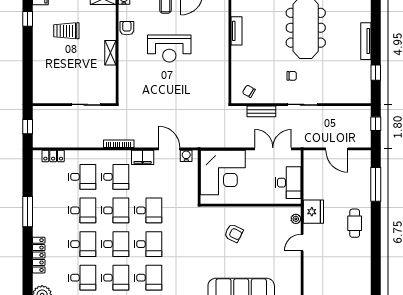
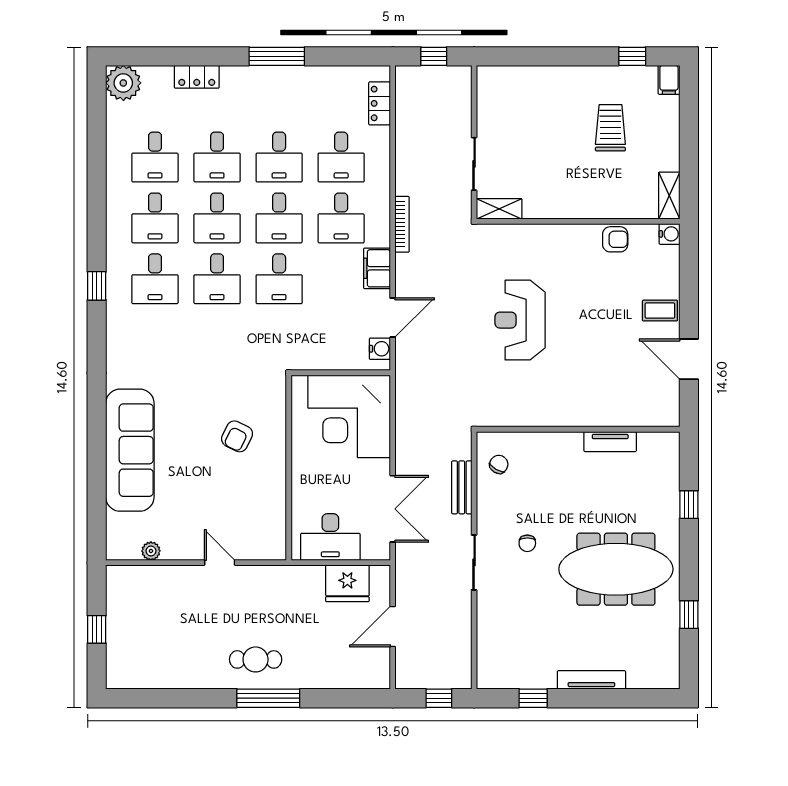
reception desk: (169, 49) -> (520, 320), moved
shelving: (110, 53) -> (499, 209), moved
window: (376, 184) -> (268, 698), moved
fridge: (313, 212) -> (347, 583), moved
plant: (296, 219) -> (151, 551), moved
locker: (39, 255) -> (197, 77), width x0.66

